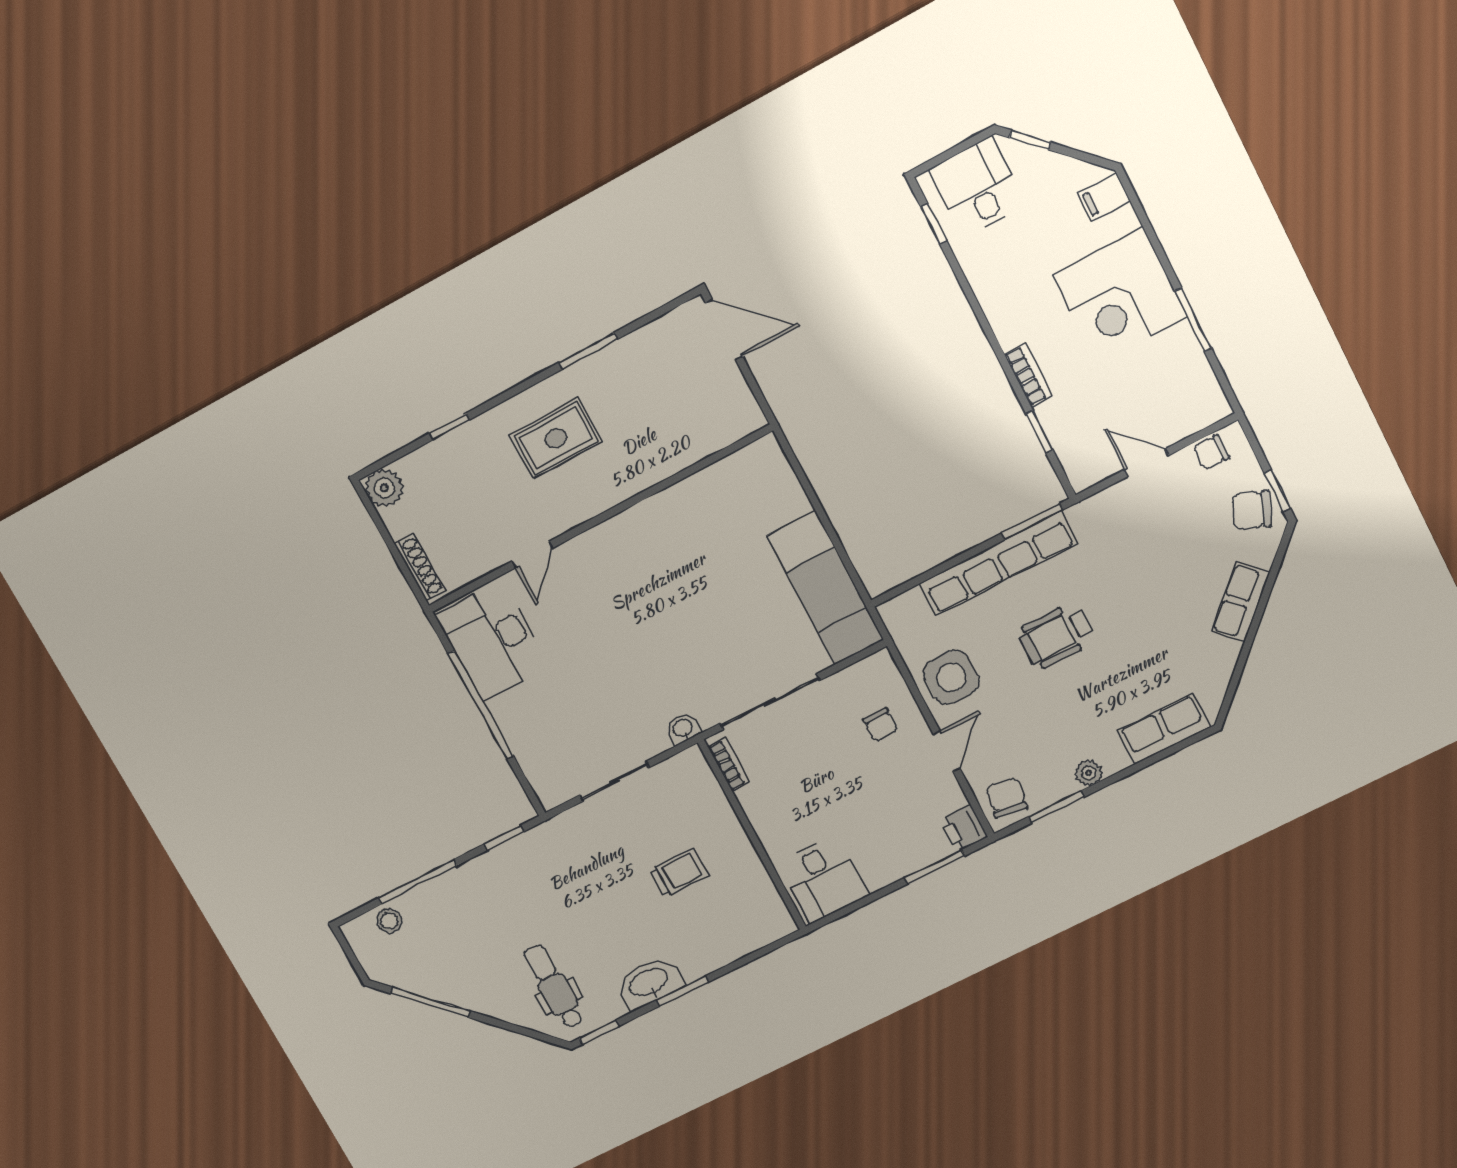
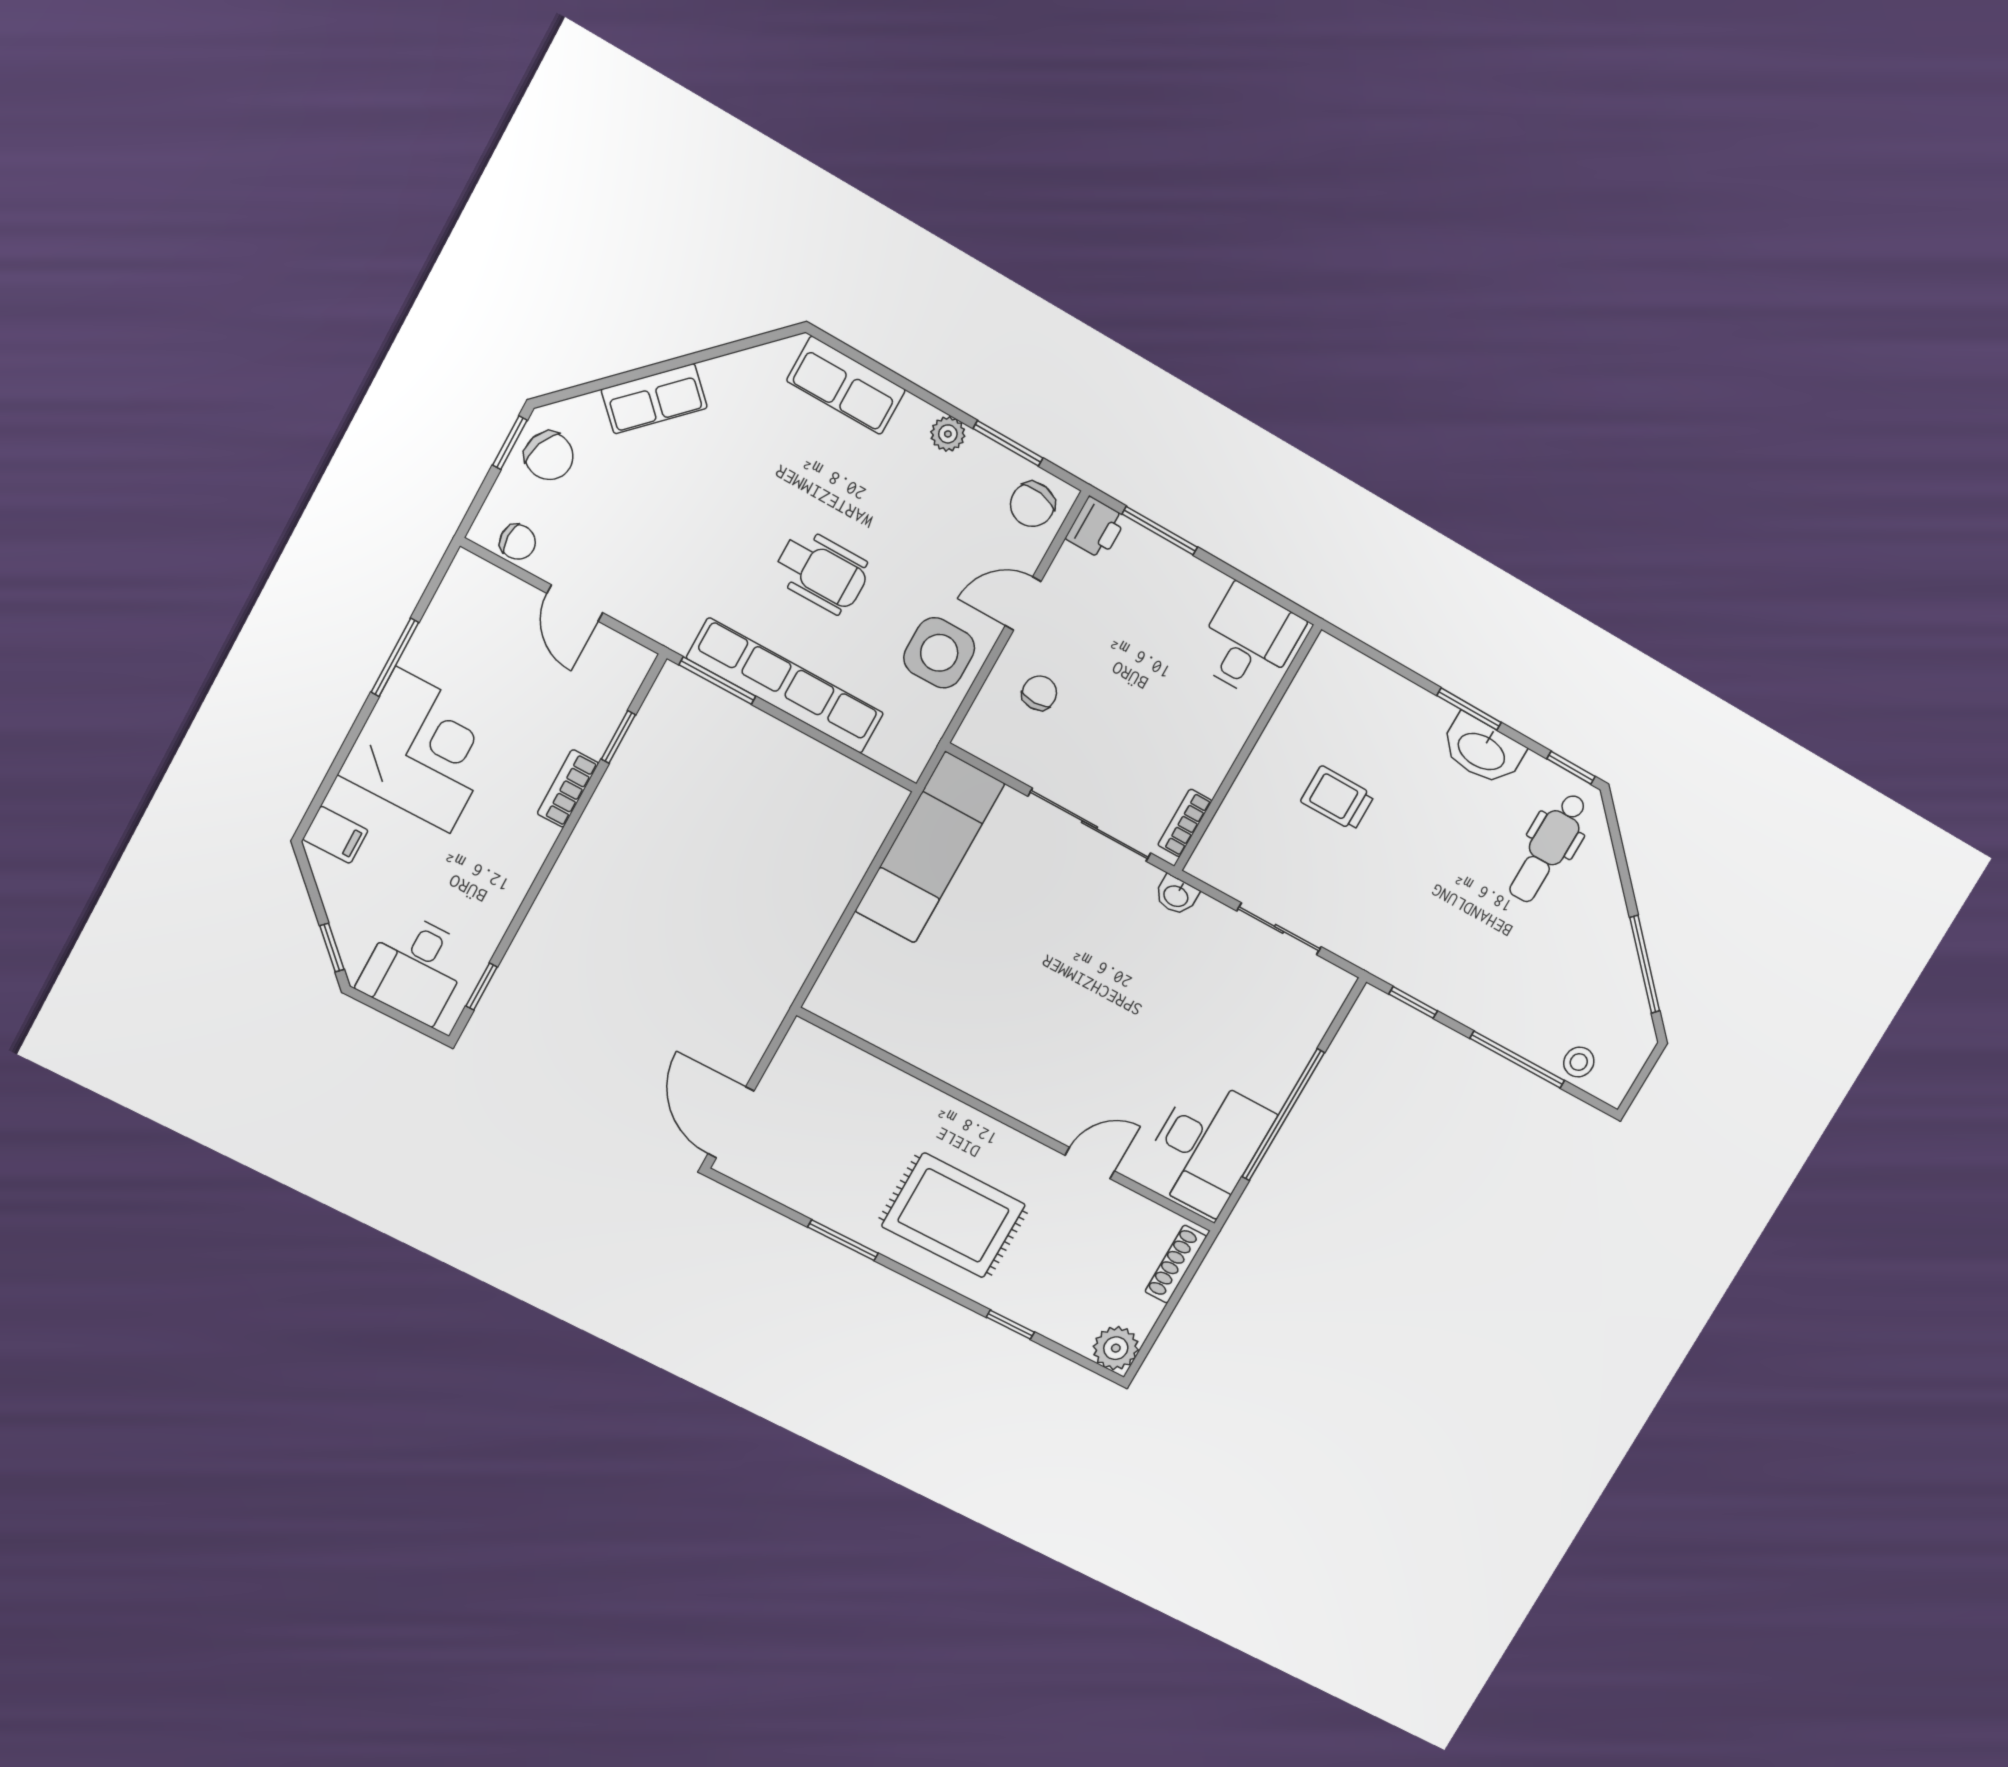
rug: (556, 438) -> (953, 1215), width x1.36, depth x1.43

